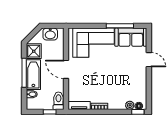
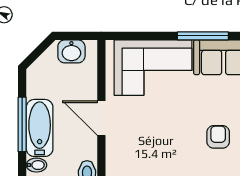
shower: (34, 51) -> (40, 84), removed
armchair: (128, 79) -> (218, 137), added

